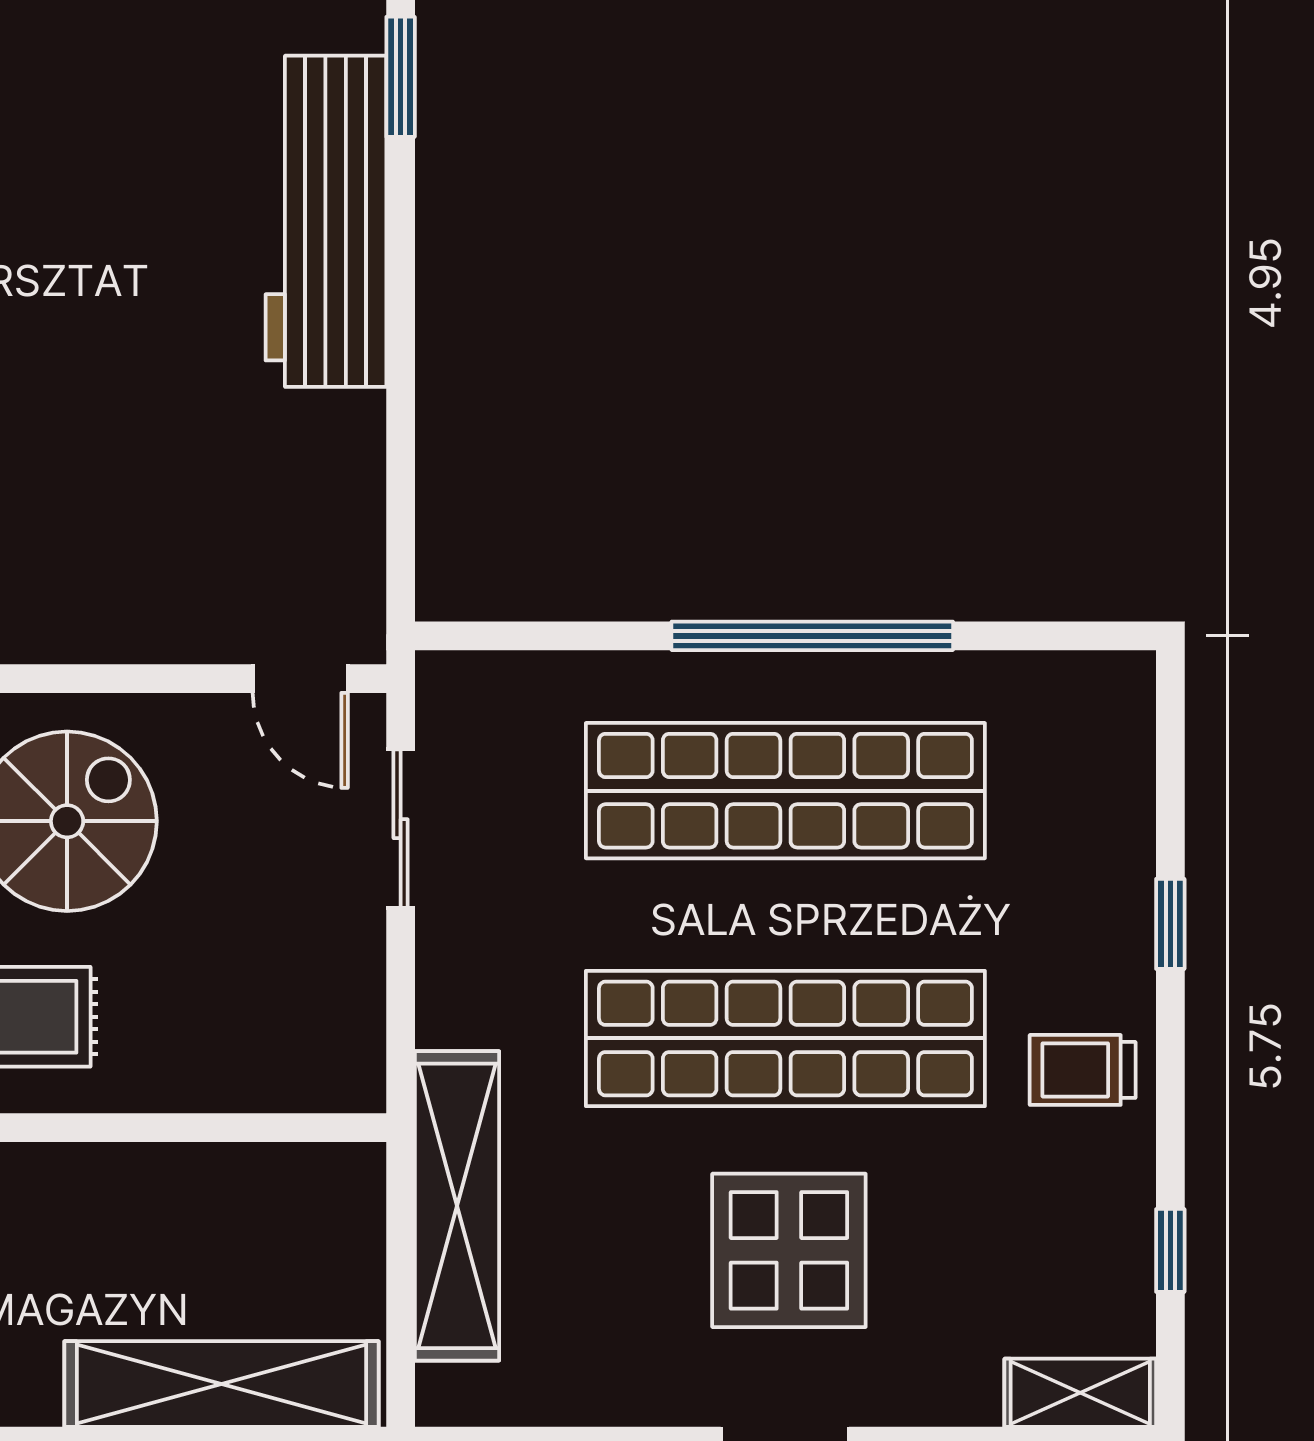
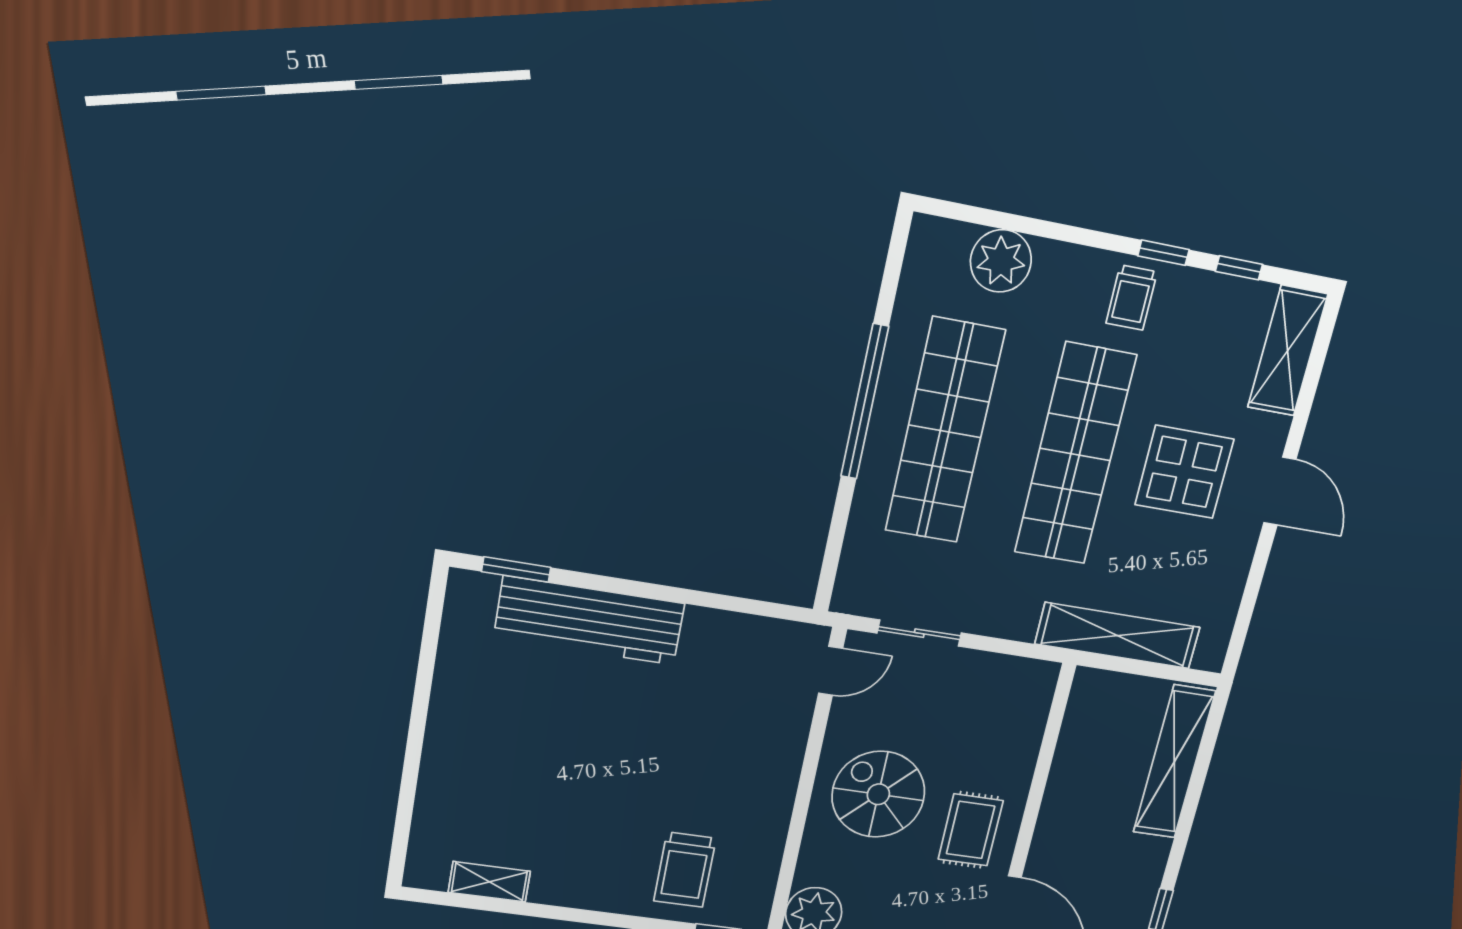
plant: (1102, 822) -> (1001, 261), added
window: (1170, 924) -> (1163, 253), moved
shelving: (1080, 1393) -> (1288, 351), width x1.50, depth x1.33

